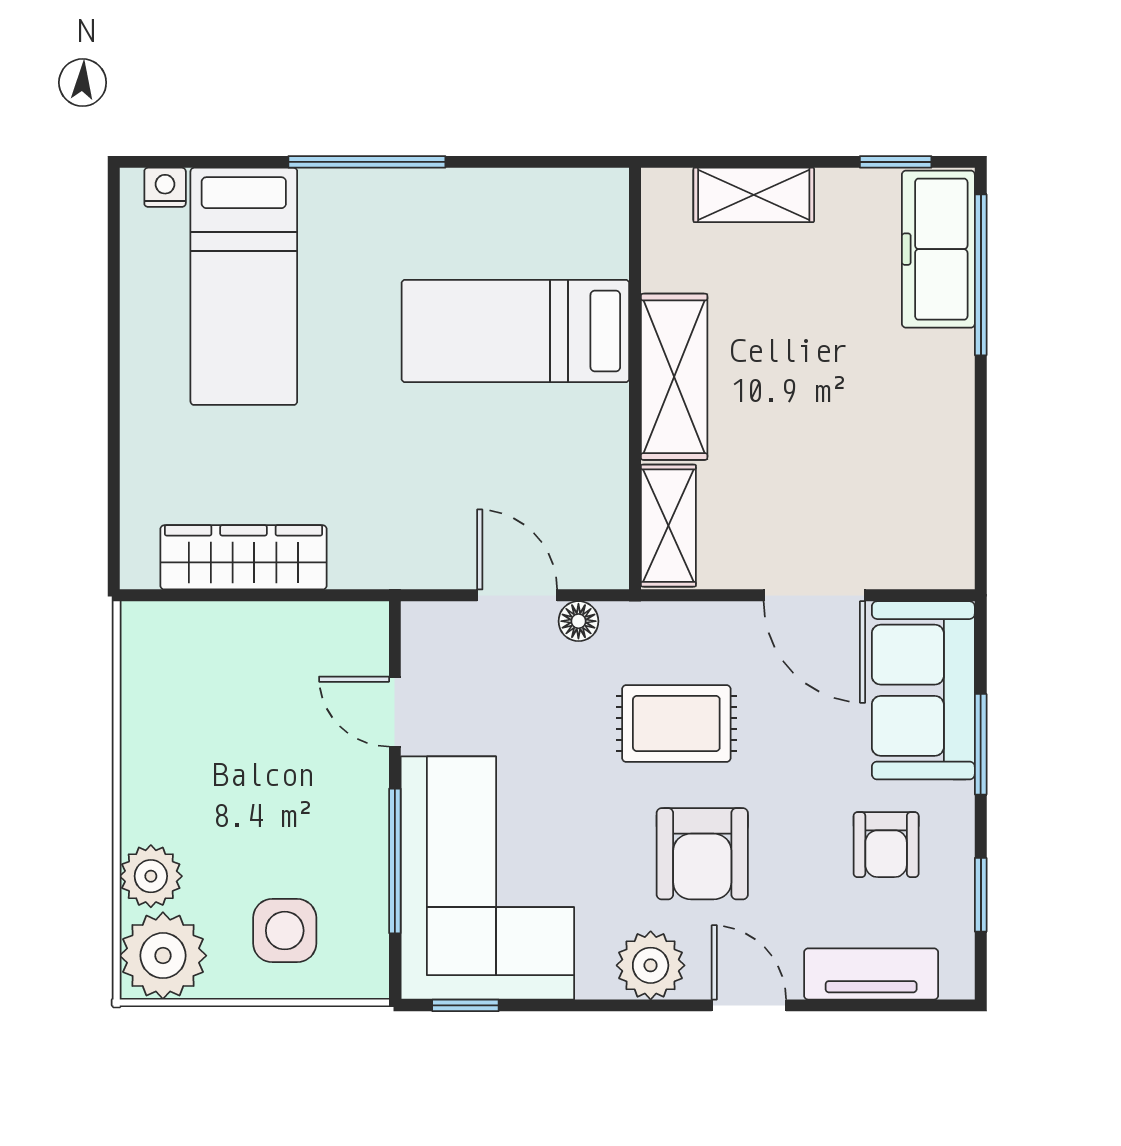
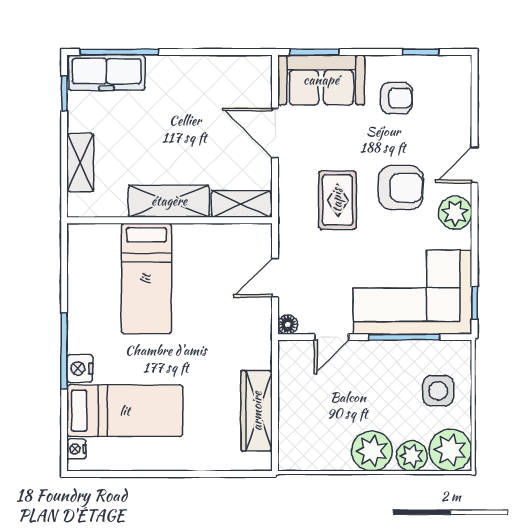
nightstand: (331, 194) -> (80, 368), added
door: (814, 595) -> (275, 133), swing flipped
floor lamp: (578, 621) -> (288, 325), moved
window: (981, 744) -> (314, 52), moved
plant: (161, 794) -> (372, 451), added
tv unit: (871, 974) -> (459, 105), removed

